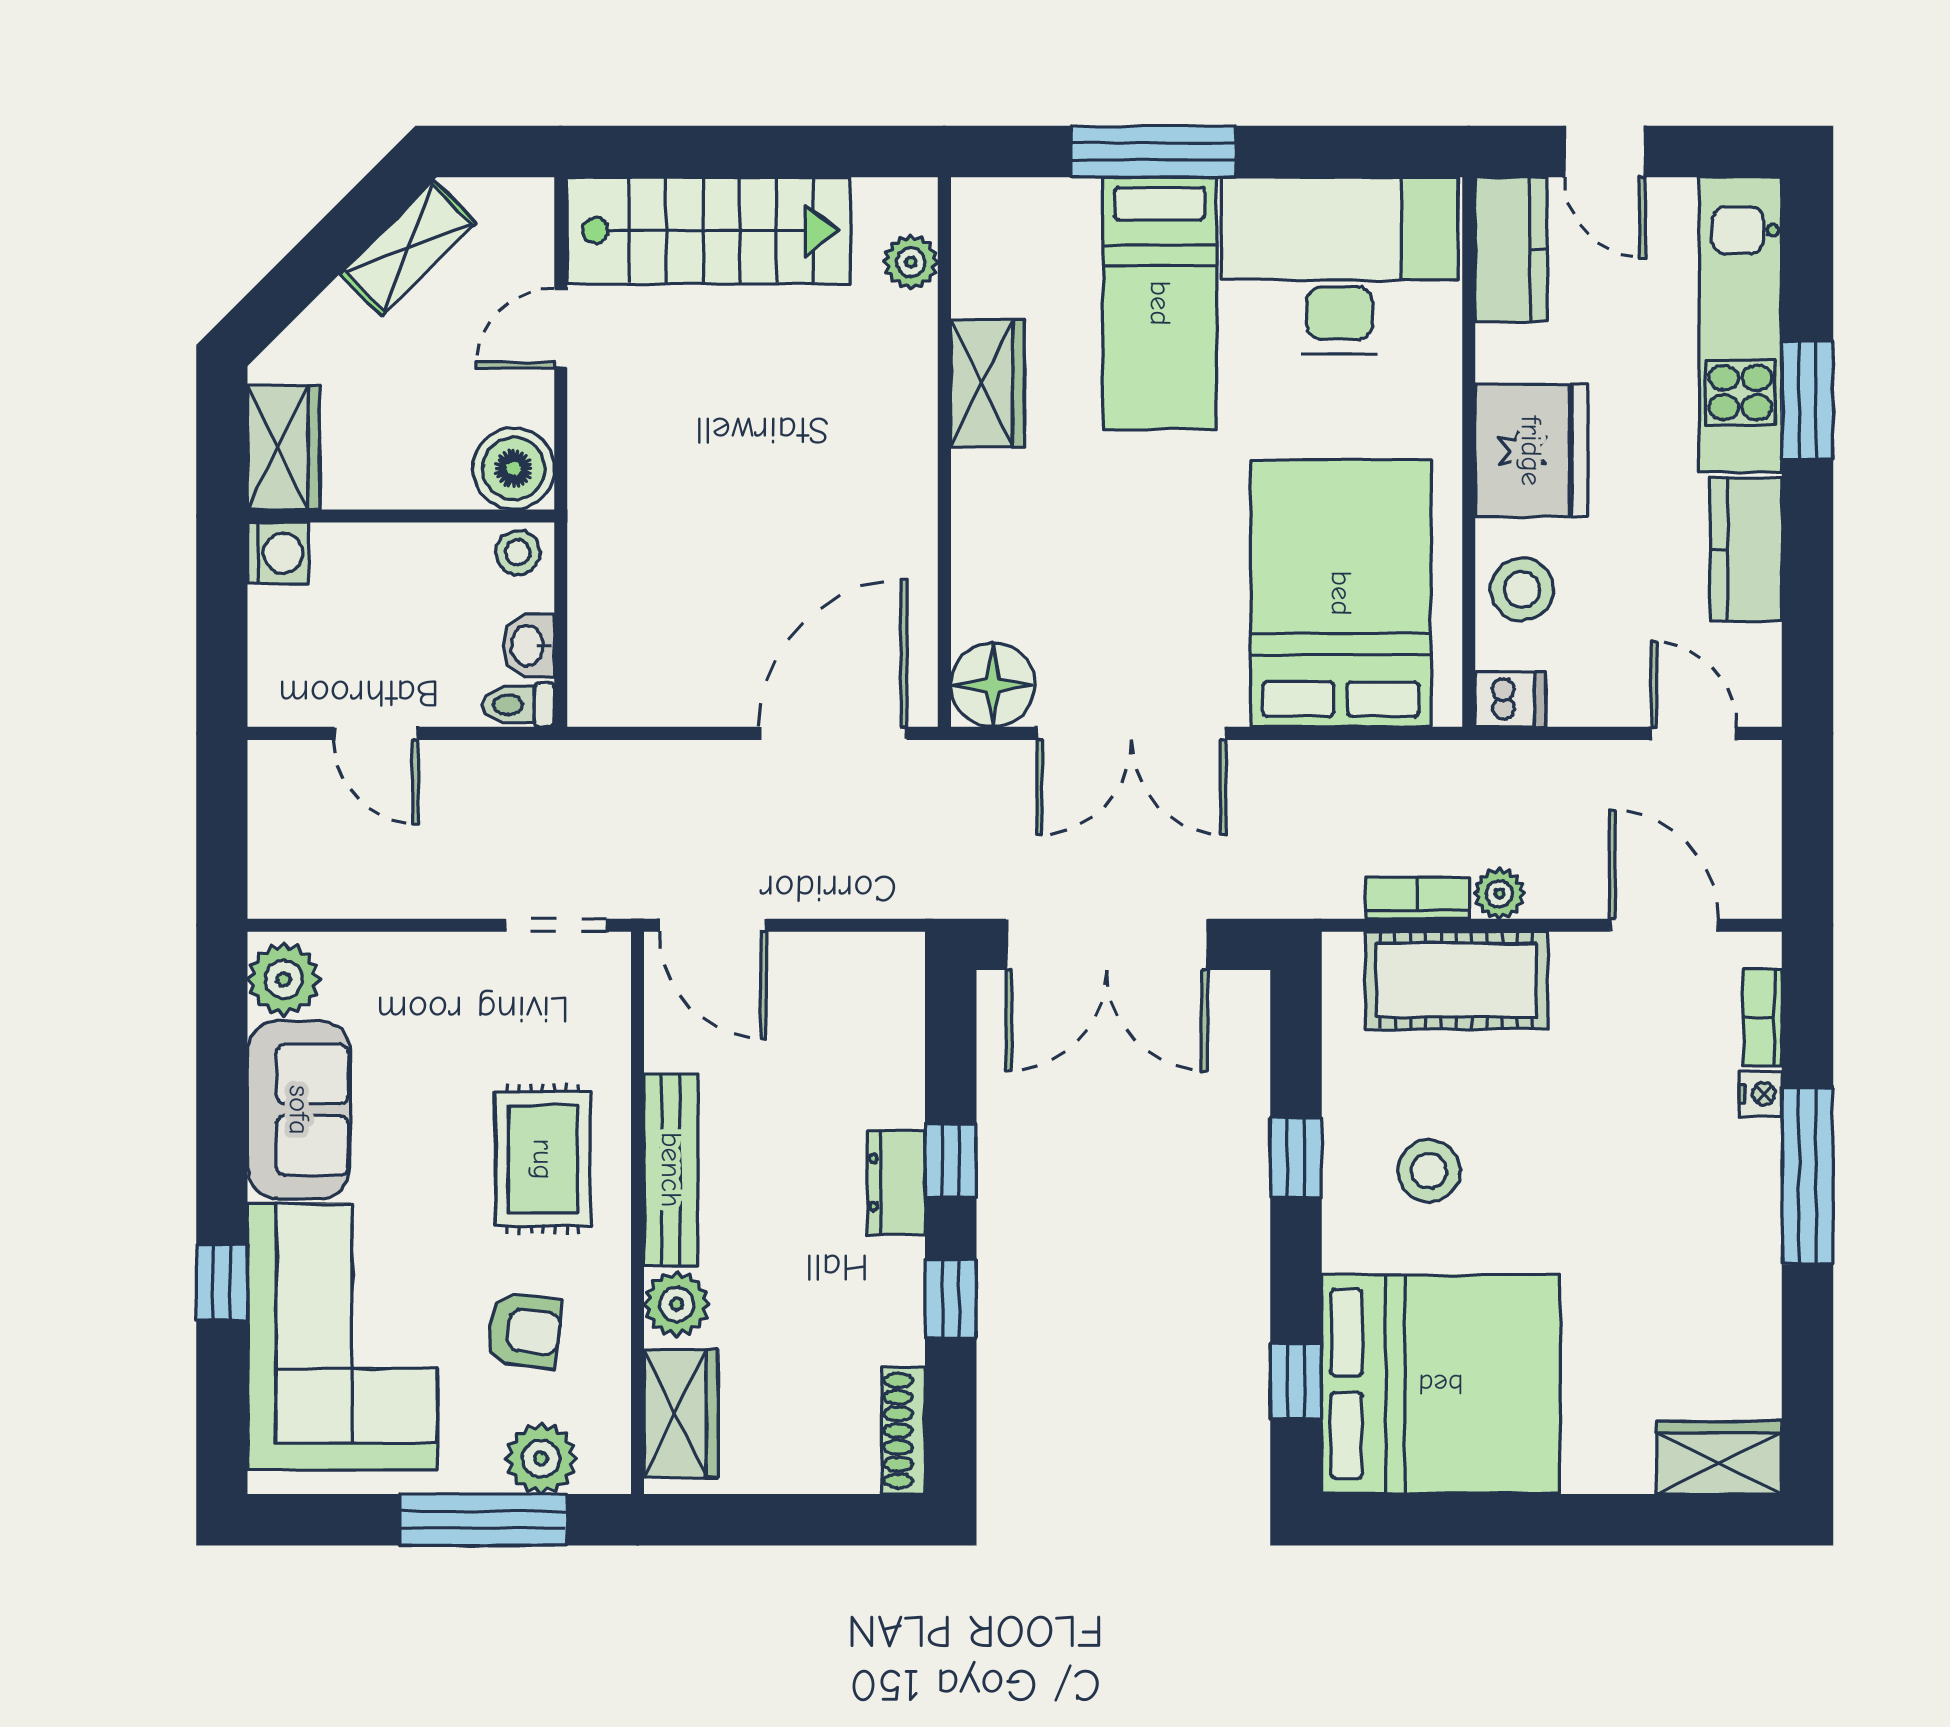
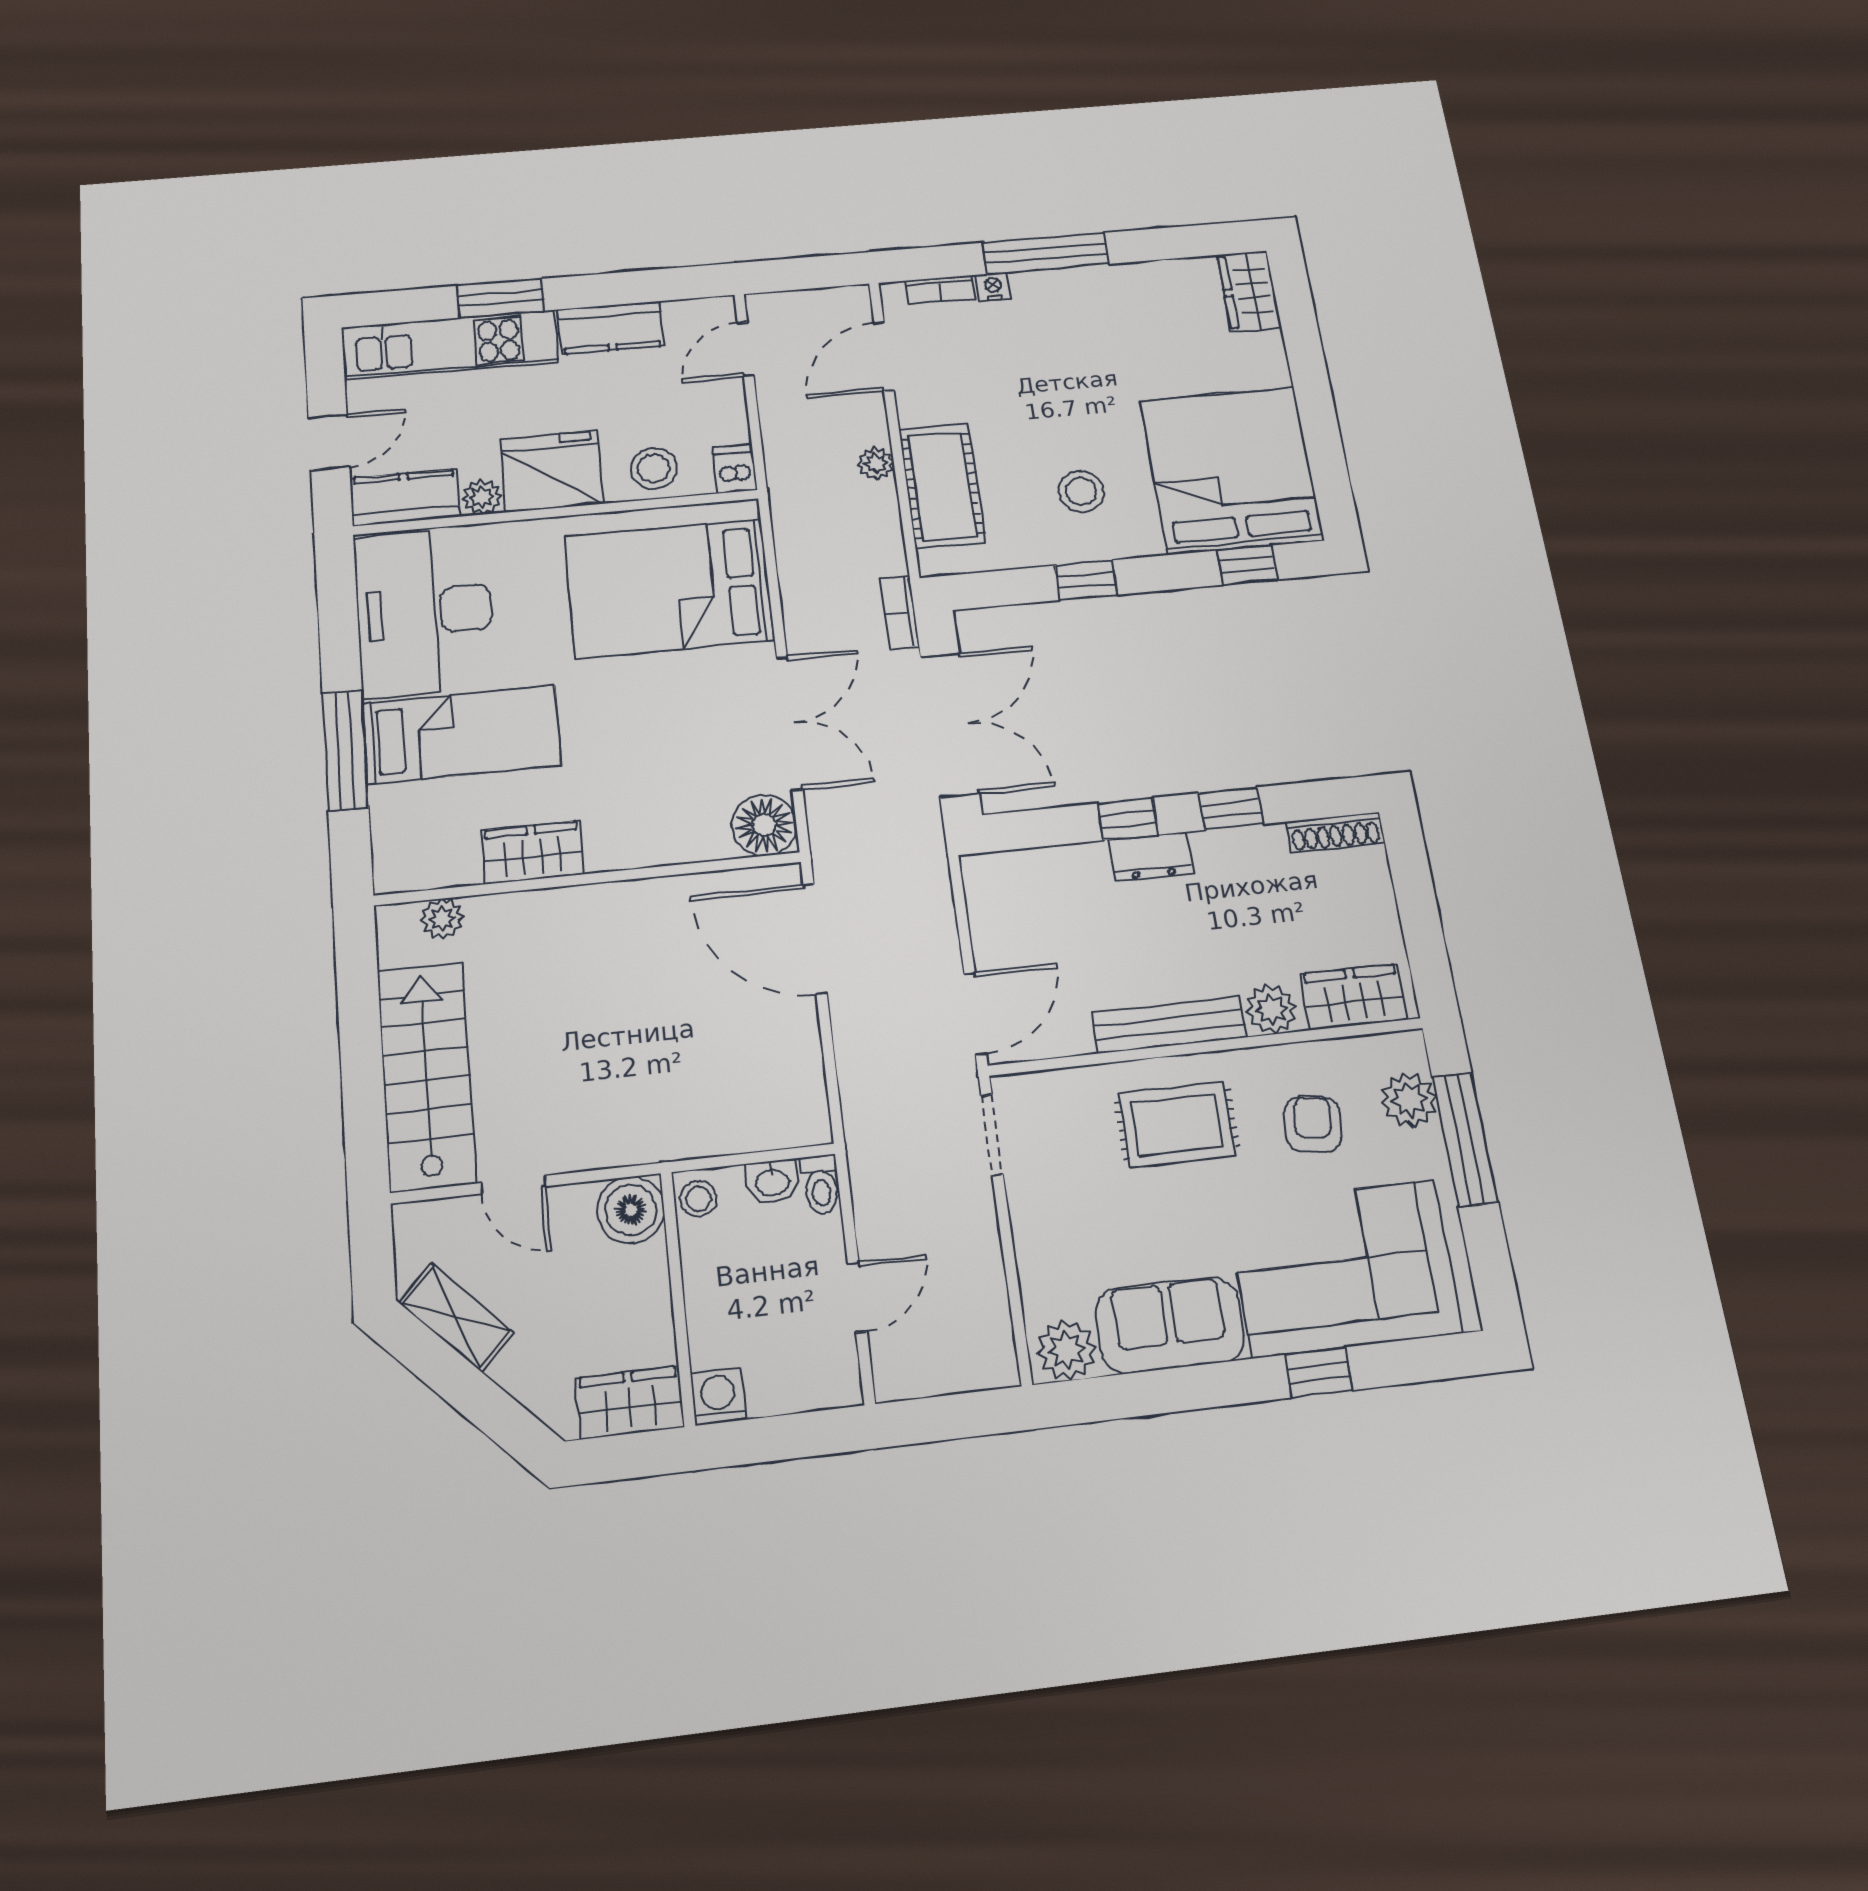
plant: (1501, 353) -> (482, 497), added
bookcase: (1417, 898) -> (899, 612), moved

